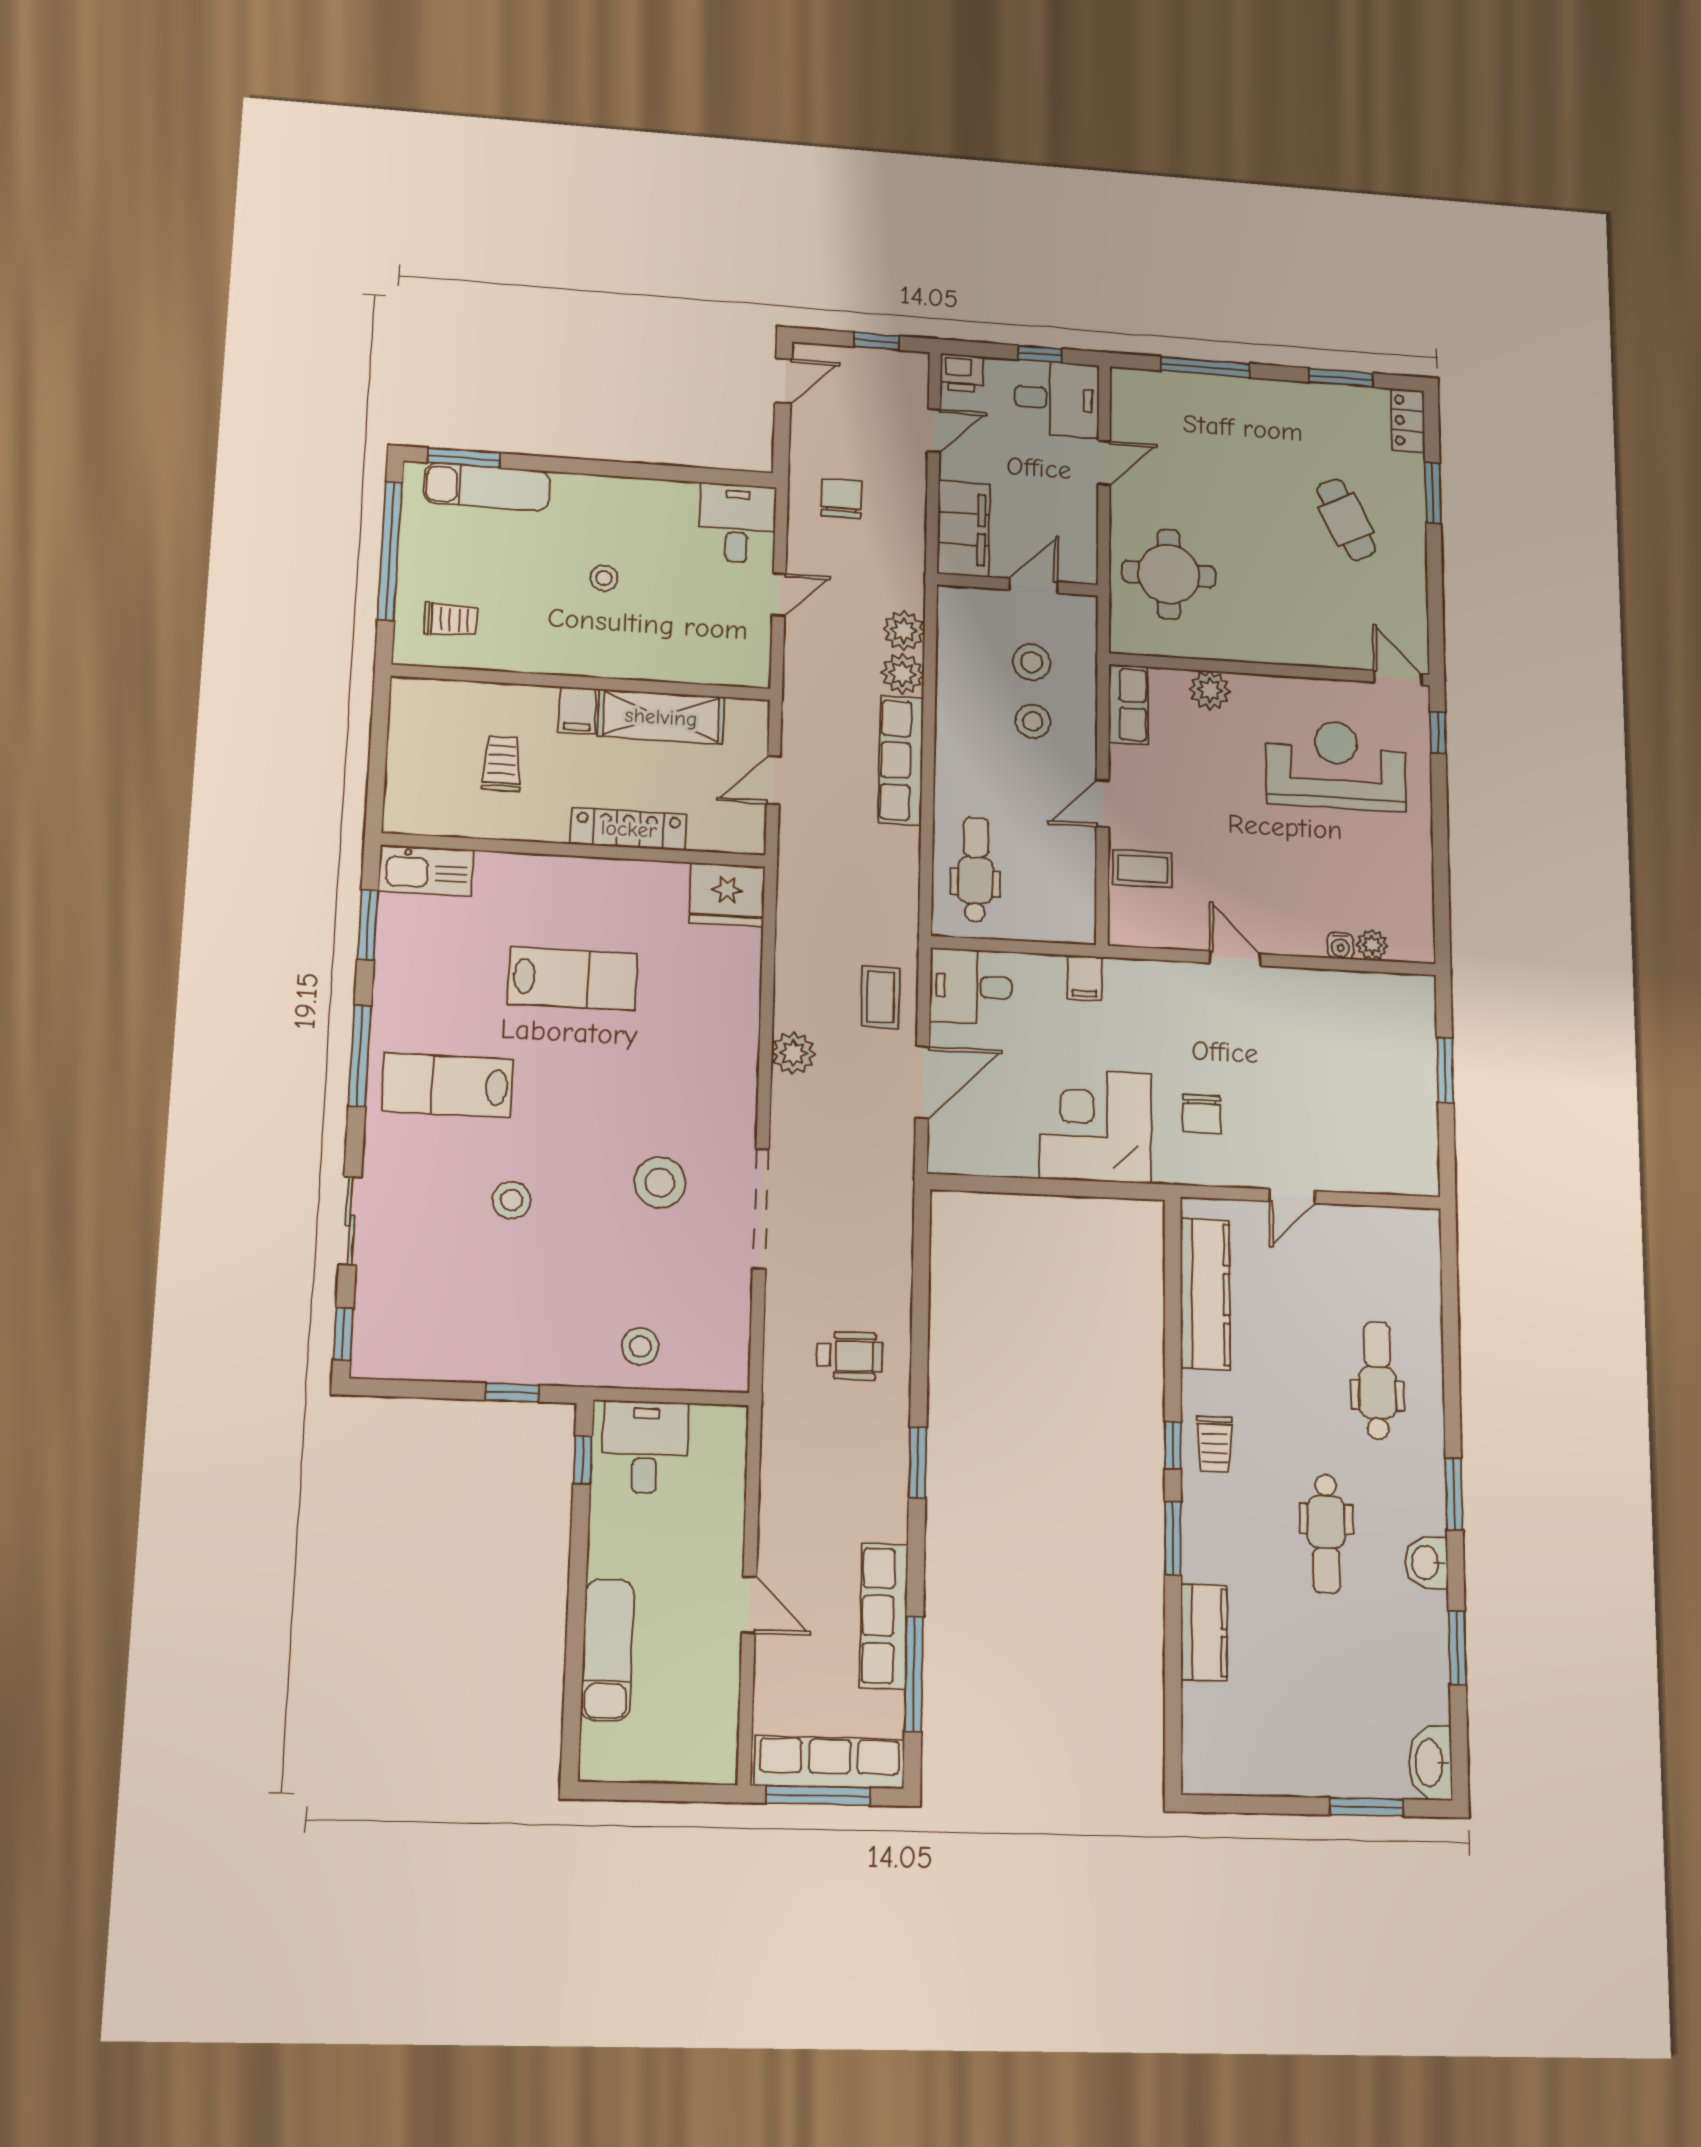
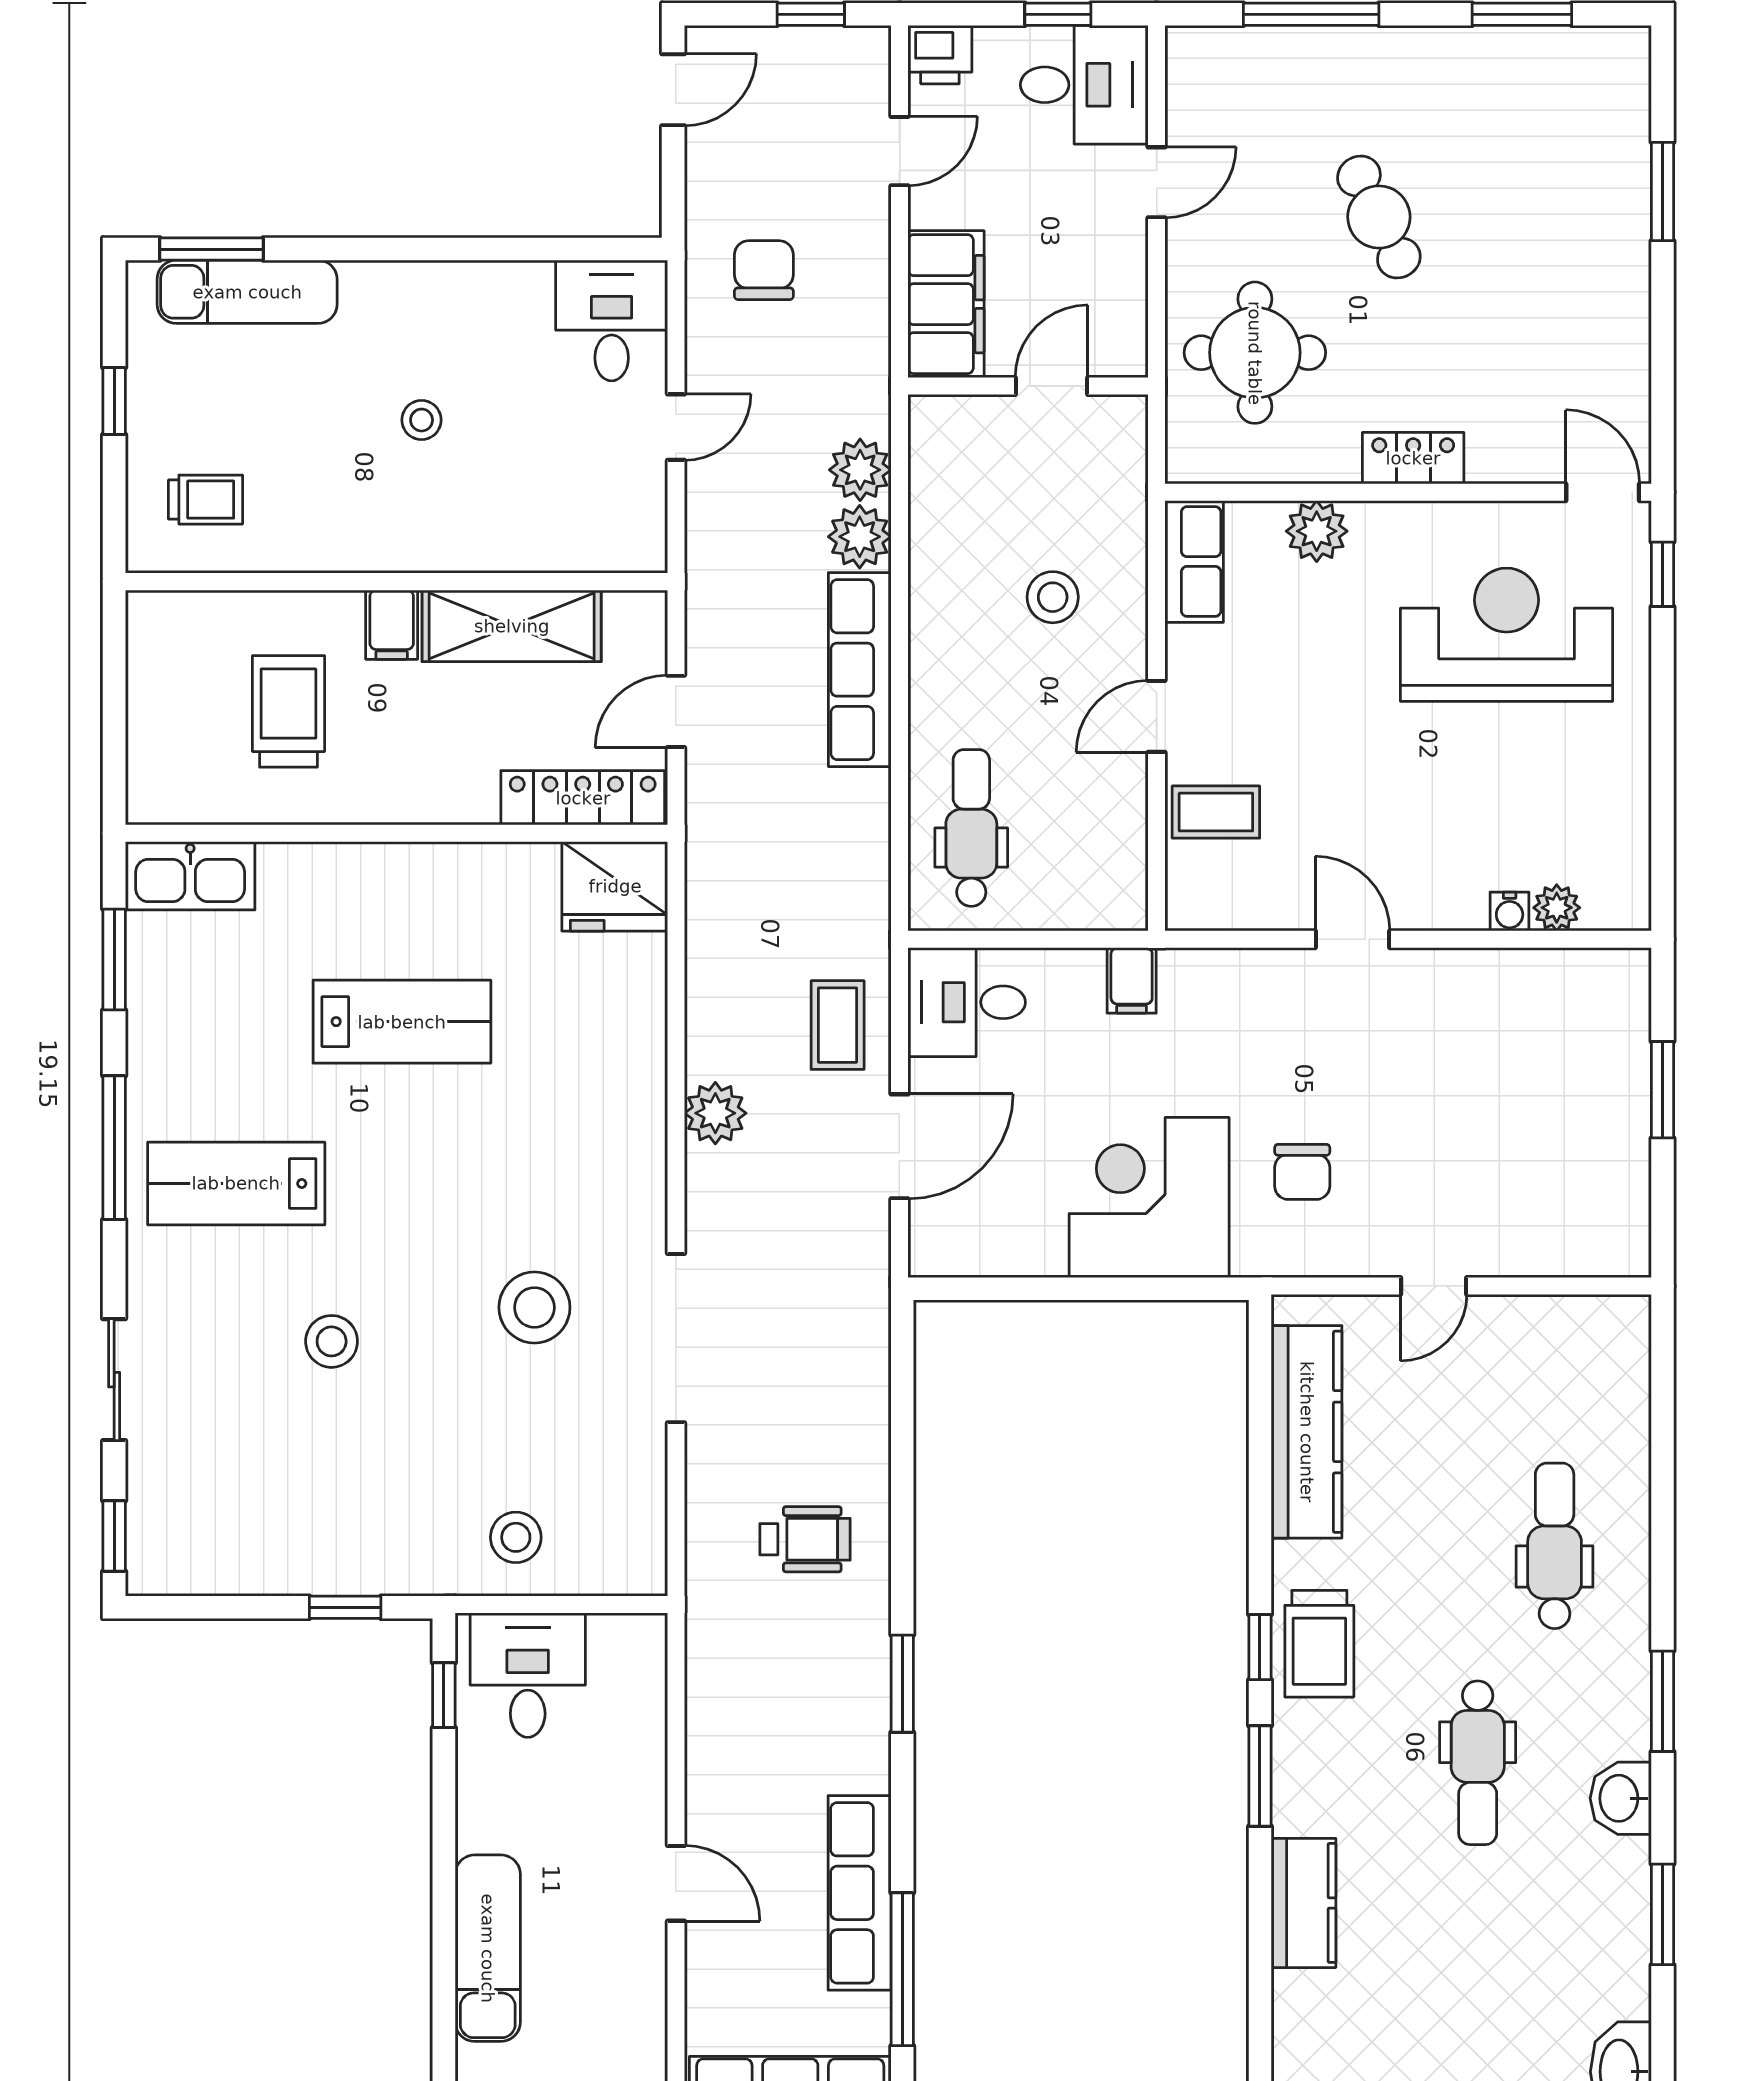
locker: (1408, 421) -> (1413, 458), moved, turned 90
cafe table: (1346, 520) -> (1379, 217), moved
window: (390, 551) -> (114, 401), width x0.32
stool: (1032, 662) -> (1050, 506), removed
trolley: (502, 764) -> (288, 711), width x1.36, depth x1.39
locker: (629, 829) -> (583, 798), moved
trolley: (1215, 1444) -> (1319, 1644), width x1.36, depth x1.39

